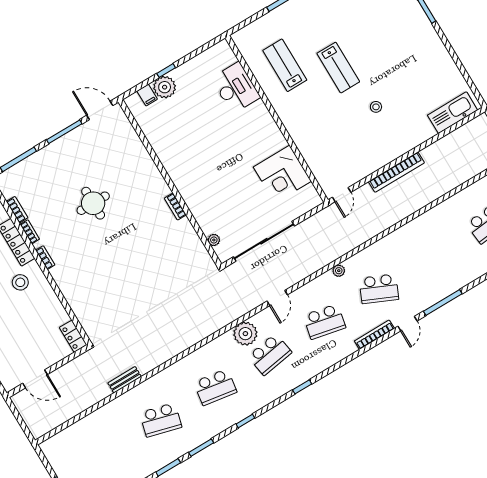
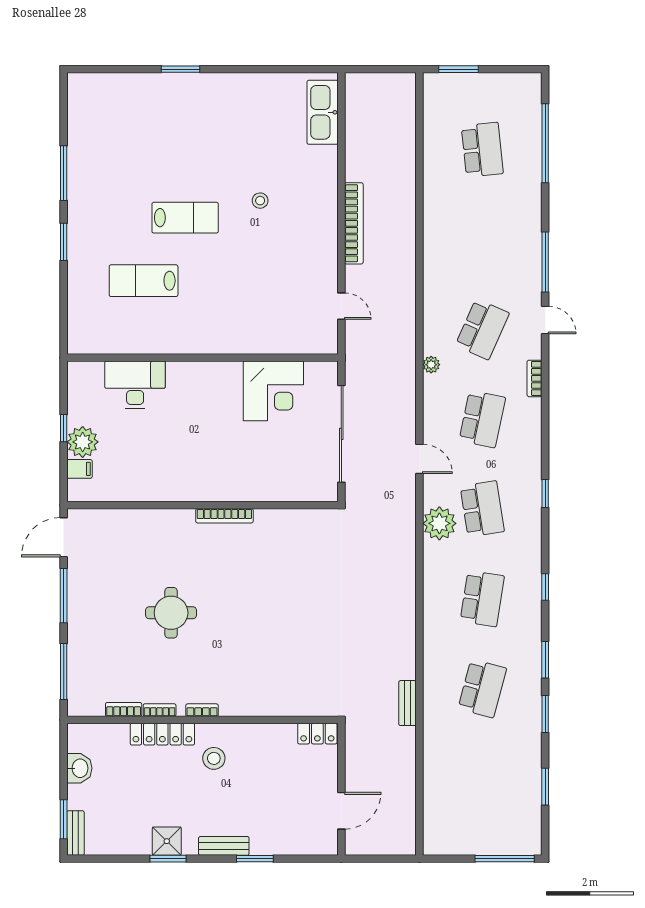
desk: (236, 88) -> (135, 385), moved
wall: (277, 119) -> (202, 358), moved
corner desk: (282, 174) -> (273, 391), moved
bookcase: (175, 207) -> (224, 516), width x1.56
plant: (214, 240) -> (303, 493), removed
bookcase: (374, 335) -> (535, 378), width x0.64

